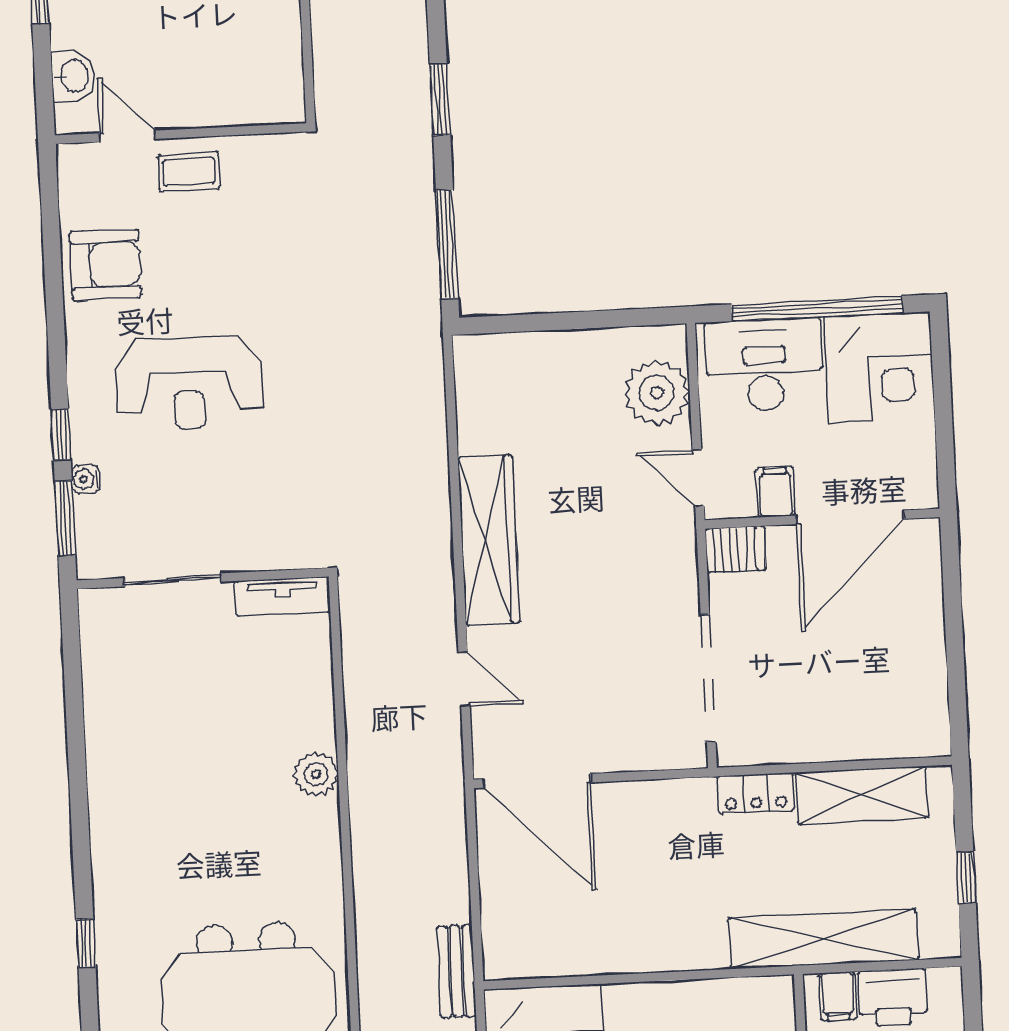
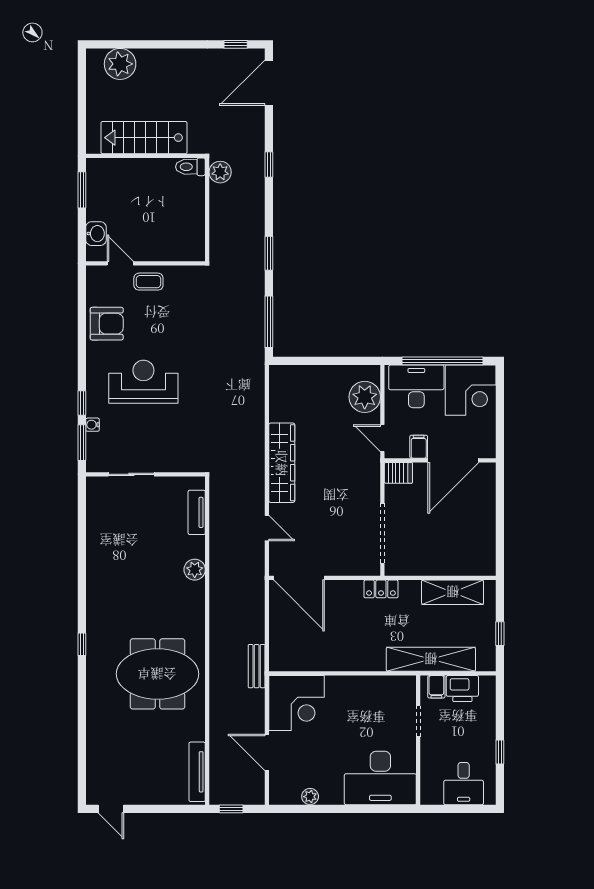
reception desk: (189, 383) -> (143, 382), turned 180
tv unit: (283, 597) -> (197, 512), moved, turned 90
locker: (756, 793) -> (381, 589), moved

